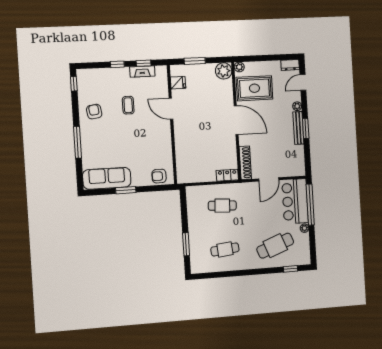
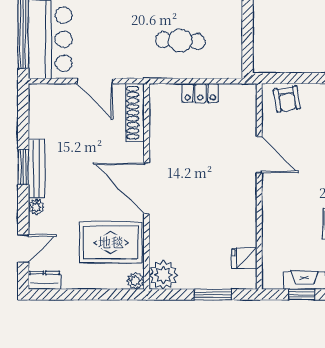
door: (171, 109) -> (259, 155), moved
locker: (227, 175) -> (200, 93), moved
armchair: (159, 176) -> (287, 99), turned 81
door: (269, 179) -> (95, 81), swing flipped

